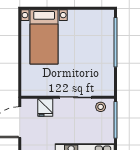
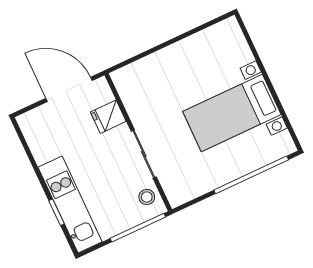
bed with nightstands: (44, 37) -> (232, 113), moved

